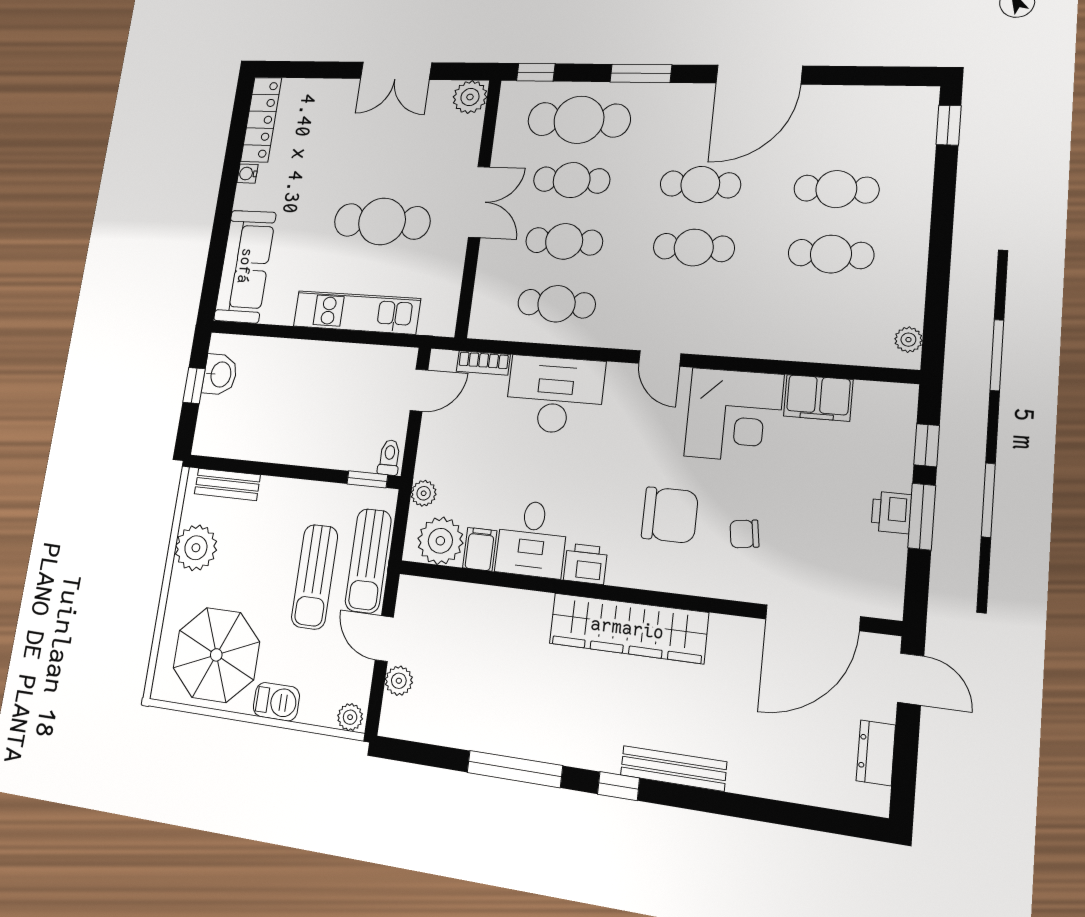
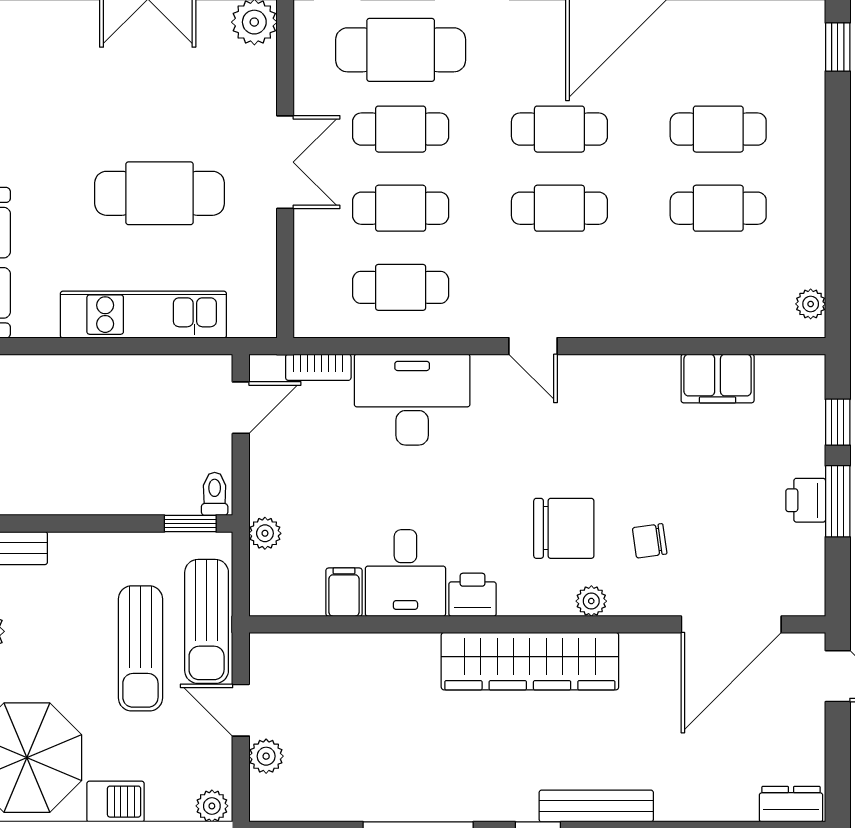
corner desk: (734, 415) -> (625, 407), removed
plant: (440, 541) -> (591, 601), moved, width x0.53, depth x0.53
dresser: (876, 753) -> (791, 804), moved, turned 90

